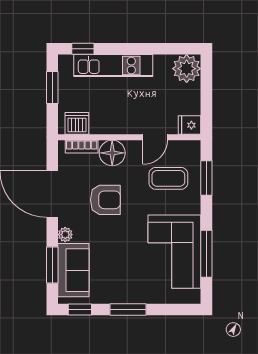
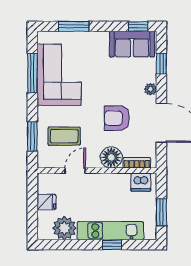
window: (83, 49) -> (112, 245), moved
plant: (187, 69) -> (64, 228), moved
fridge: (190, 125) -> (46, 202), moved
window: (52, 265) -> (161, 64), width x0.67
sofa: (73, 270) -> (132, 44), moved, turned -90
window: (128, 309) -> (74, 26), moved

